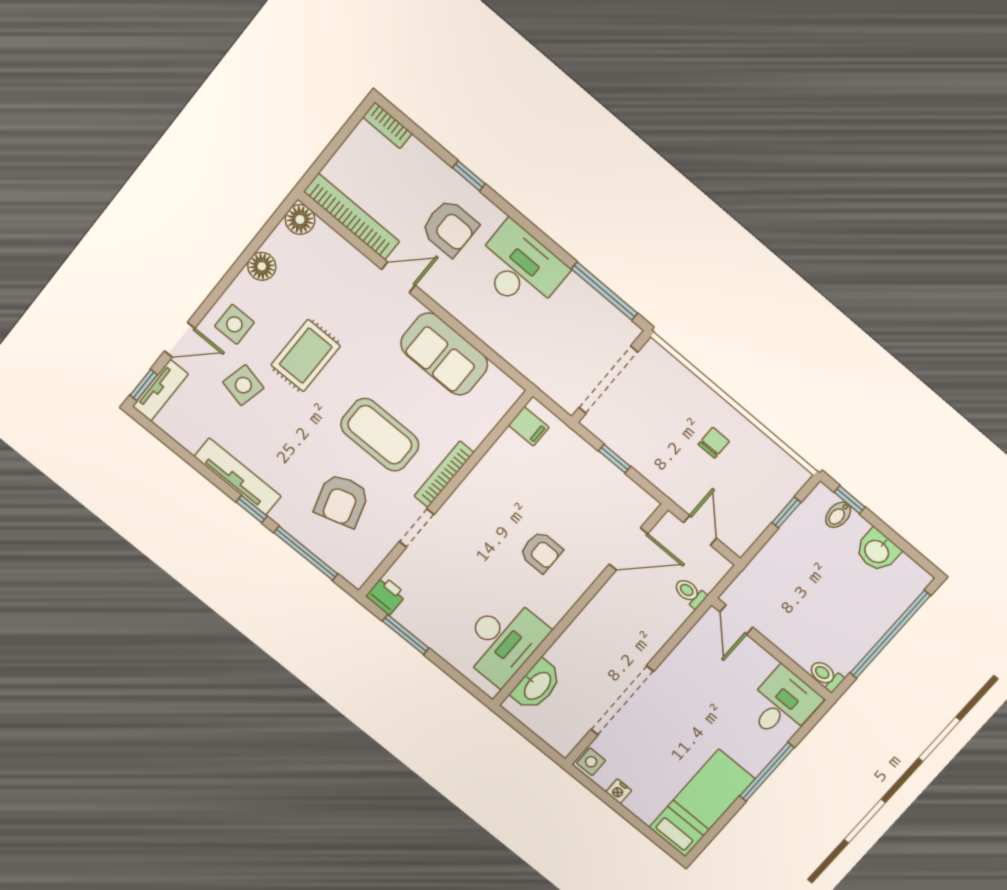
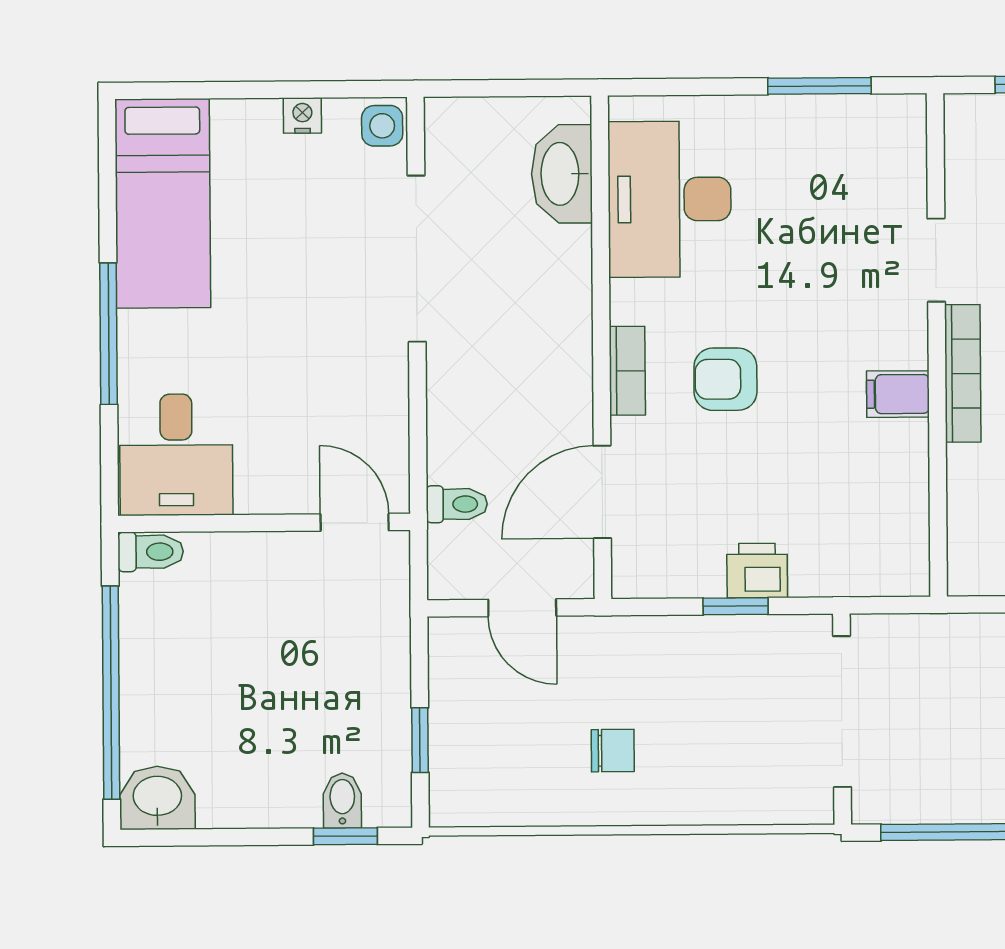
filing cabinet: (529, 426) -> (898, 394), moved
chair: (714, 443) -> (613, 751), turned -90
washbasin: (877, 551) -> (157, 798), moved
bookcase: (577, 588) -> (627, 371), added
printer: (386, 595) -> (757, 571), moved, turned 180

